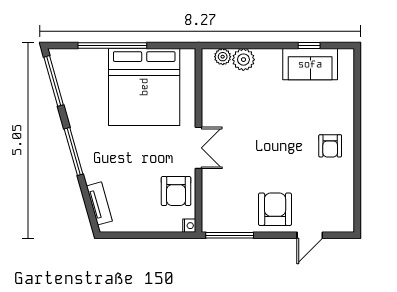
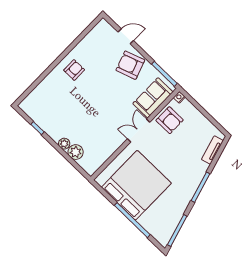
plant: (223, 57) -> (64, 144), moved
sofa: (310, 64) -> (153, 98), moved, turned -90
armchair: (176, 191) -> (170, 120), turned 90
armchair: (275, 209) -> (130, 65), turned 71

